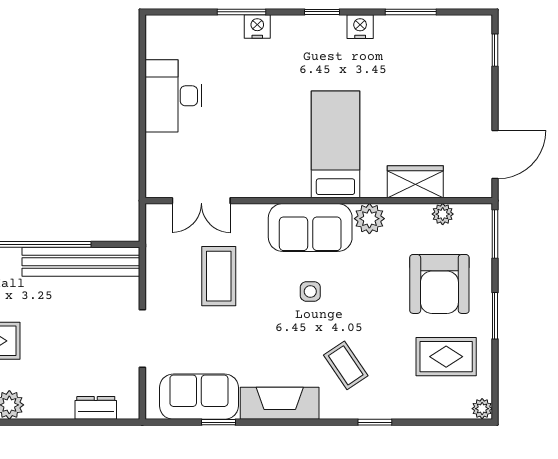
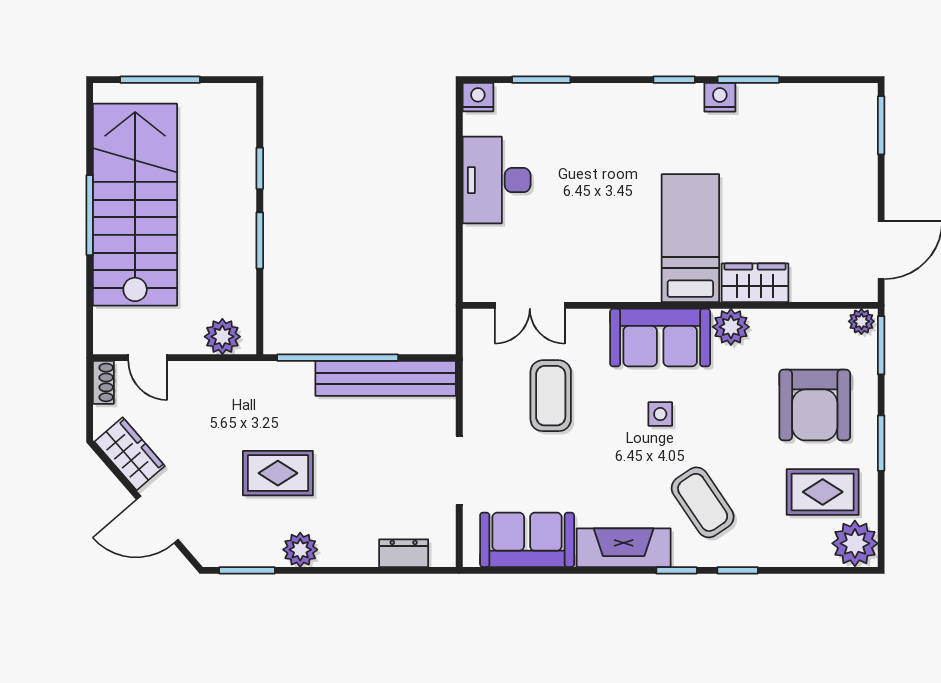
window: (242, 12) -> (541, 80), moved
window: (411, 12) -> (748, 80), moved
nightstand: (257, 27) -> (478, 97), moved
window: (495, 50) -> (881, 125), width x1.50
wardrobe: (415, 182) -> (755, 283), moved
plant: (443, 214) -> (861, 321), moved
coffee table: (346, 365) -> (703, 502), width x1.36, depth x1.30
plant: (482, 409) -> (855, 543), width x1.88, depth x1.88
window: (218, 422) -> (677, 570), moved

